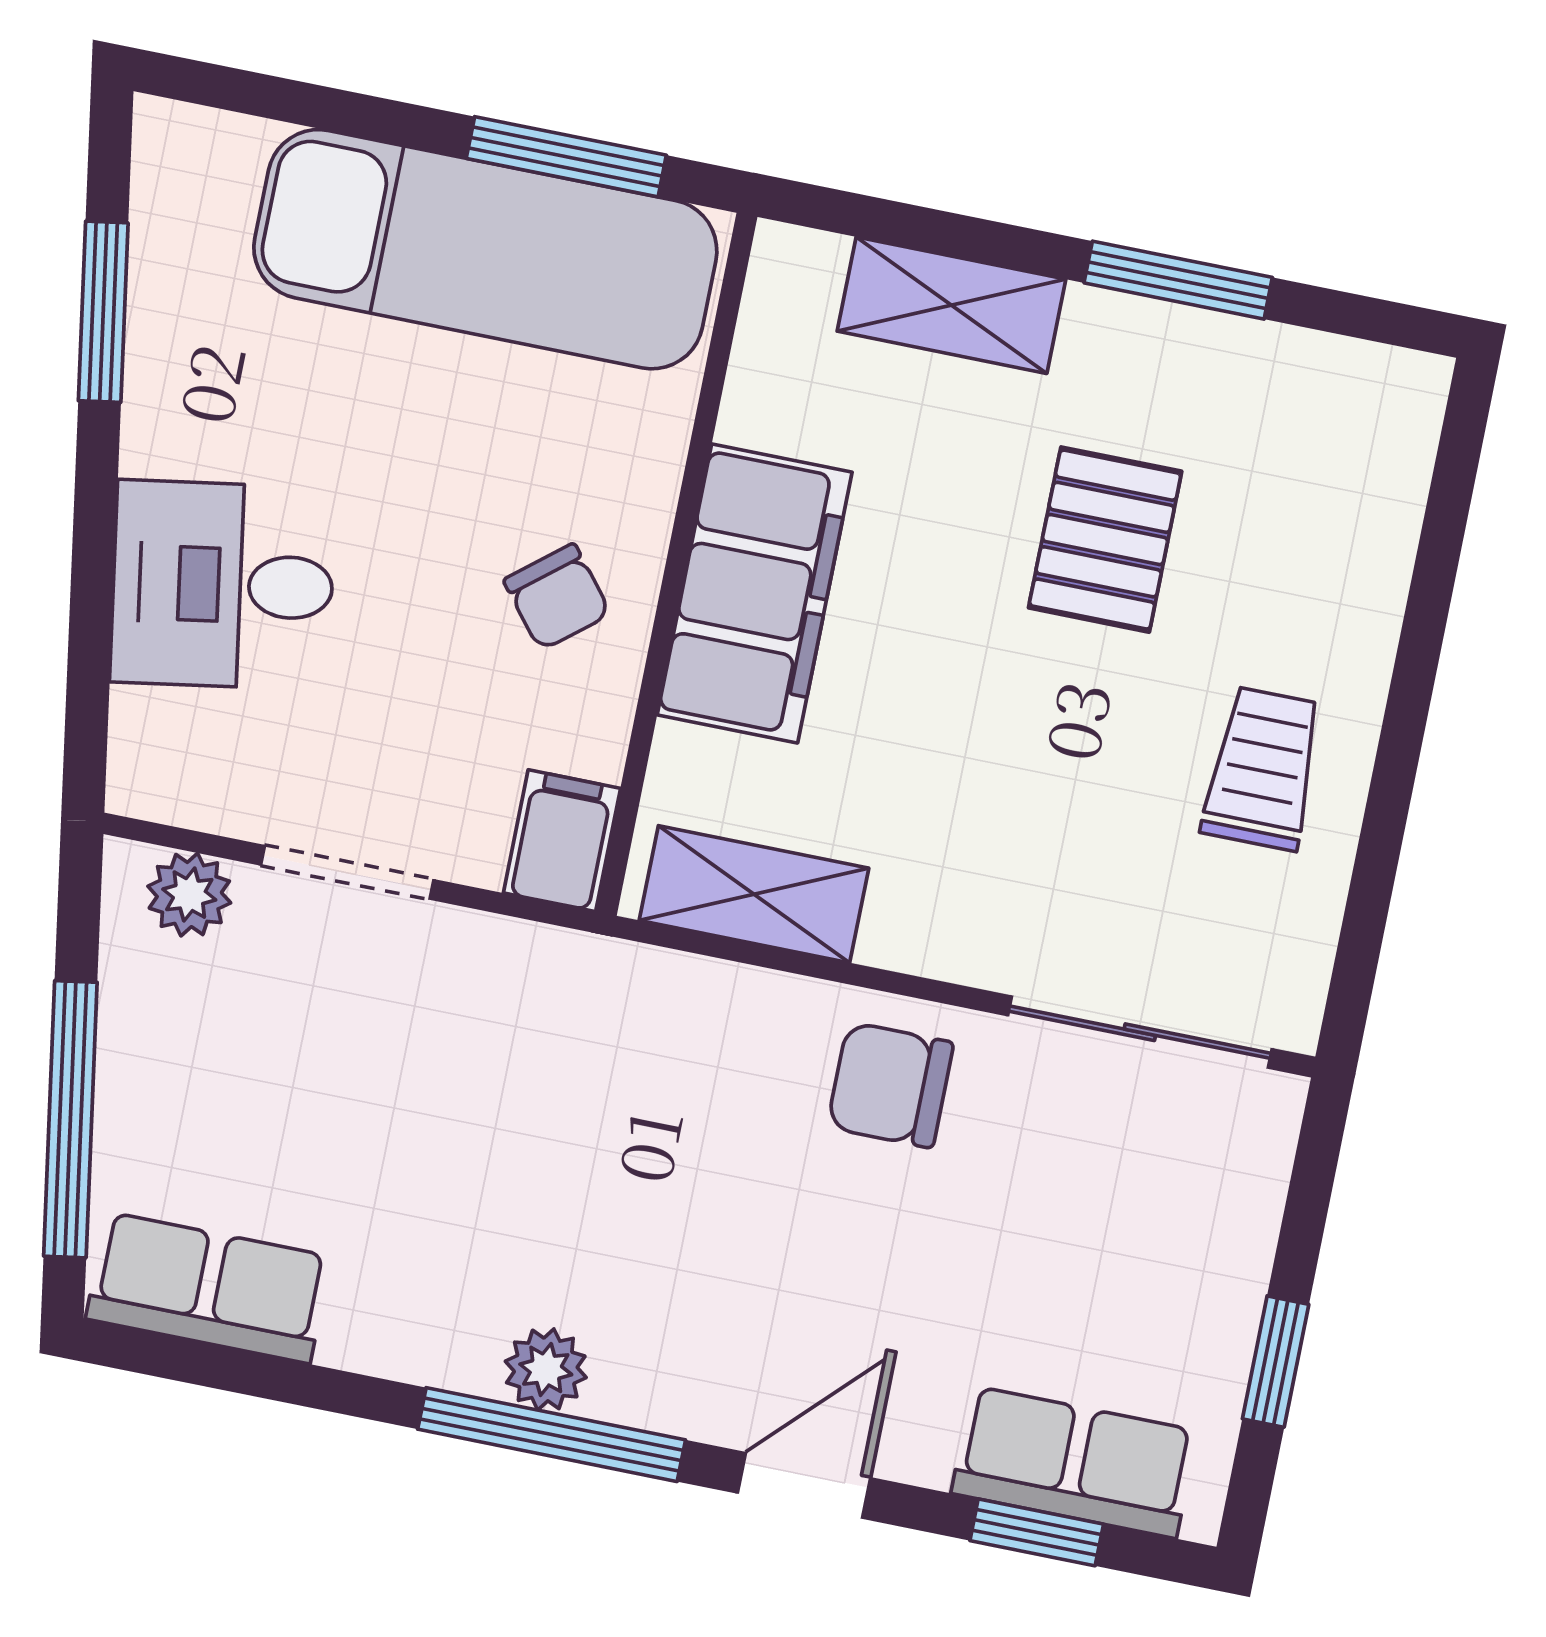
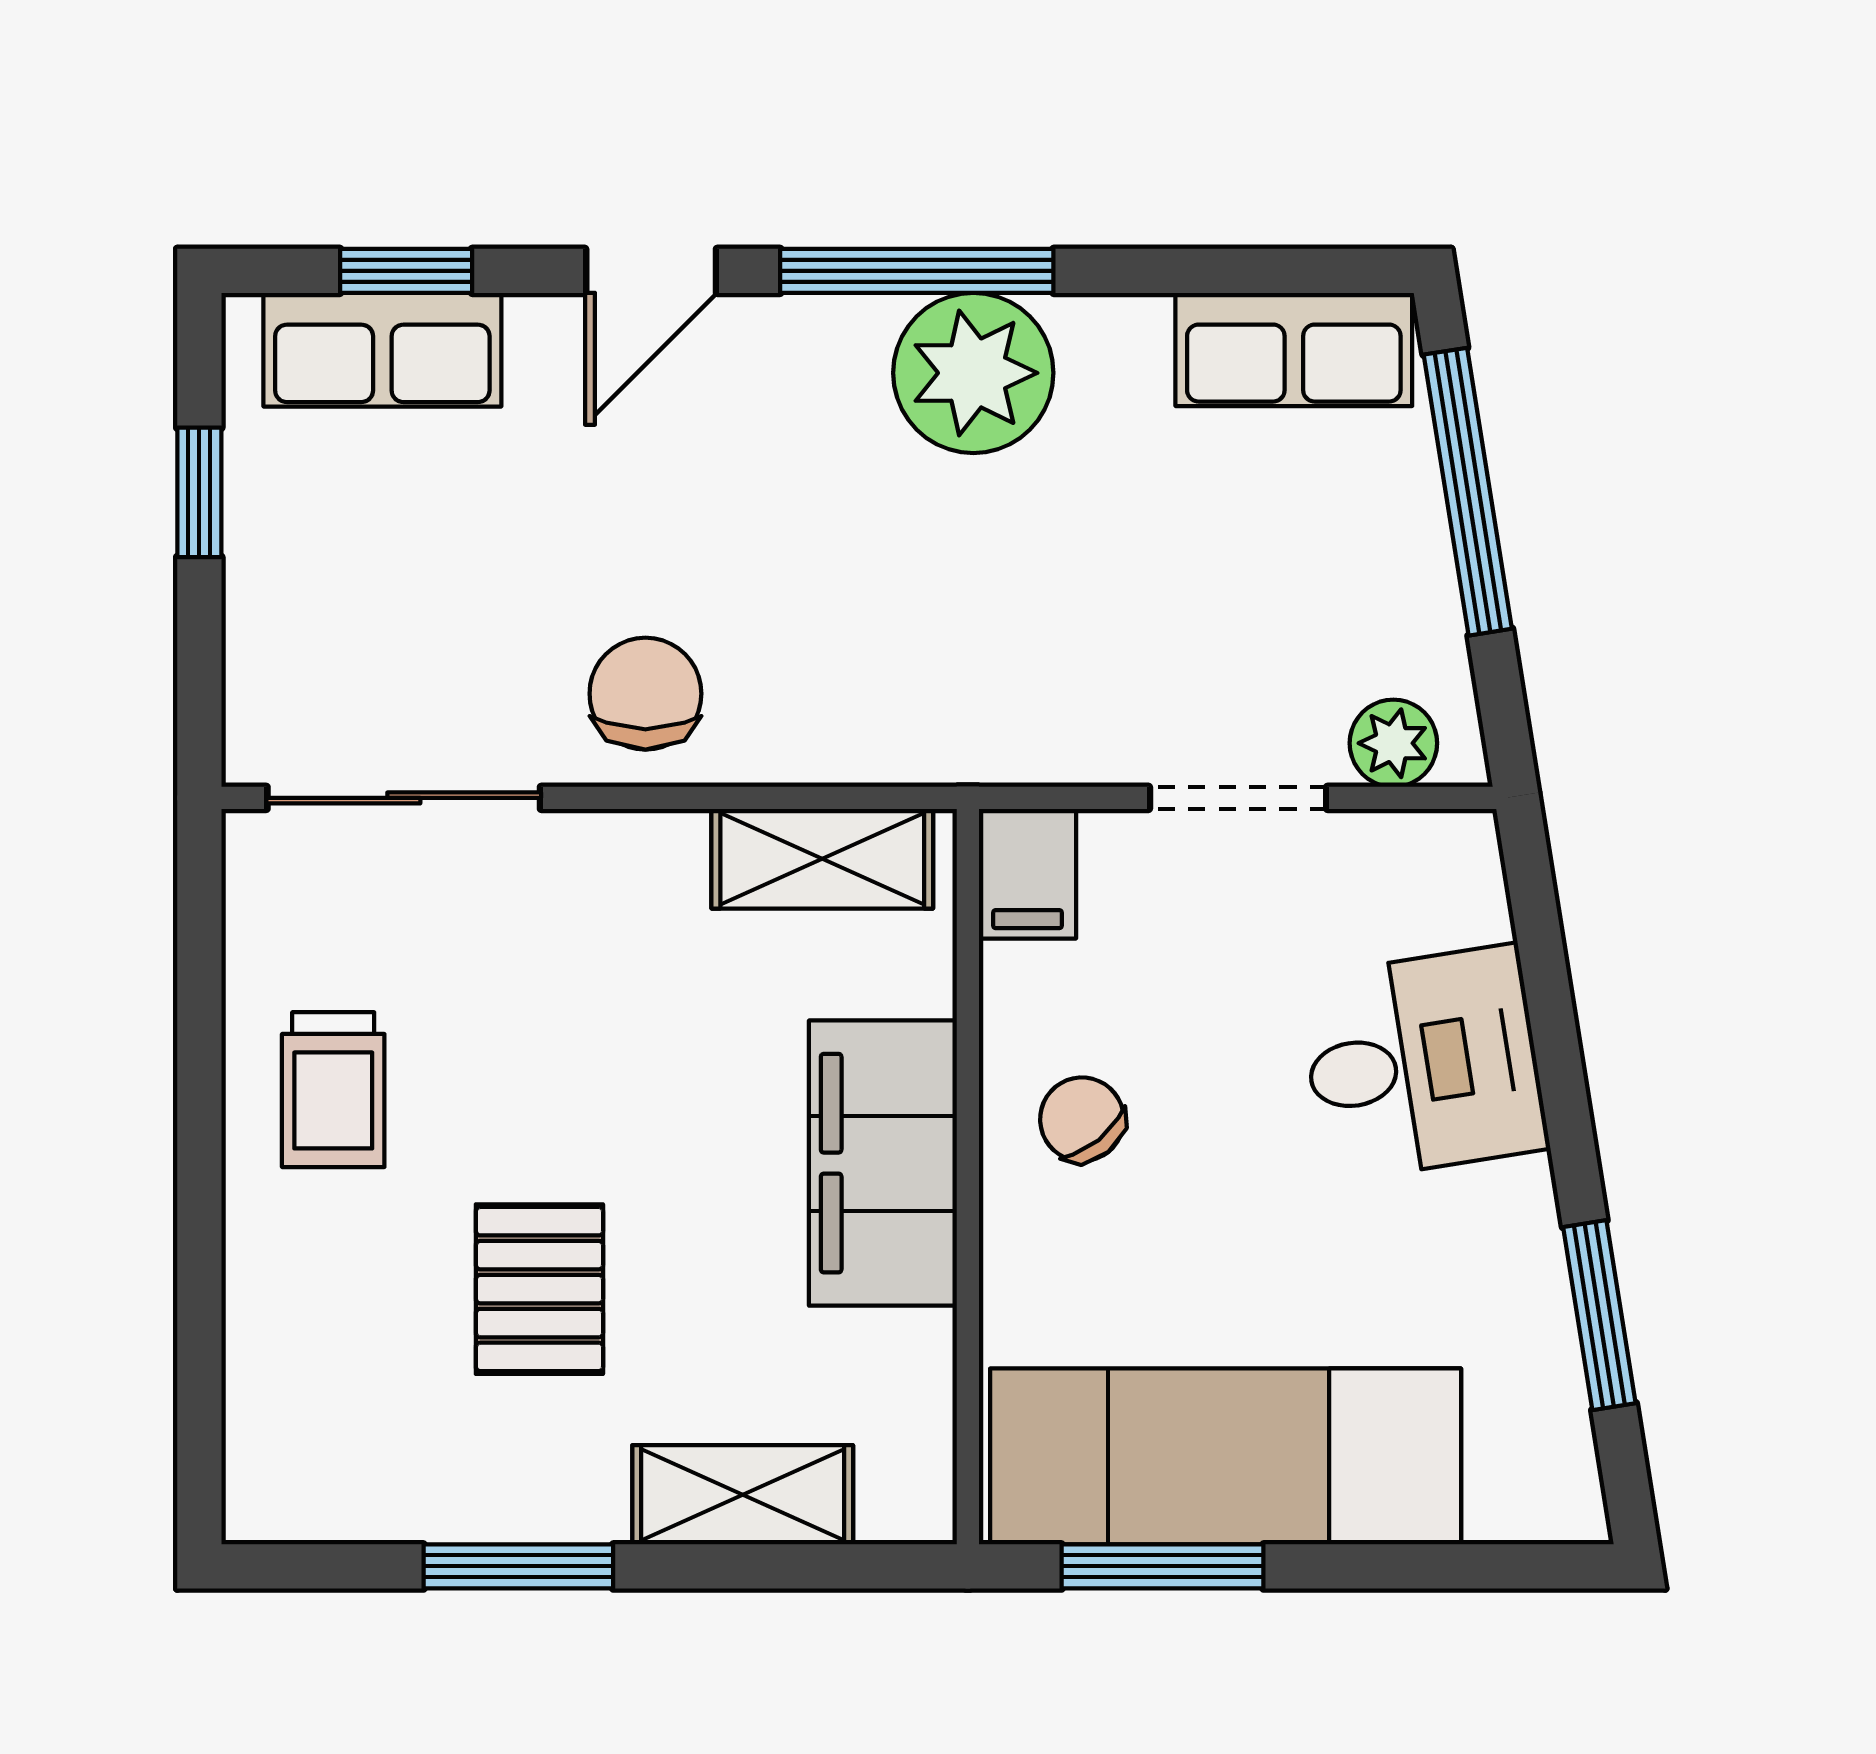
chair: (890, 1085) -> (645, 694), turned -90
plant: (546, 1369) -> (973, 373), width x1.88, depth x1.88

